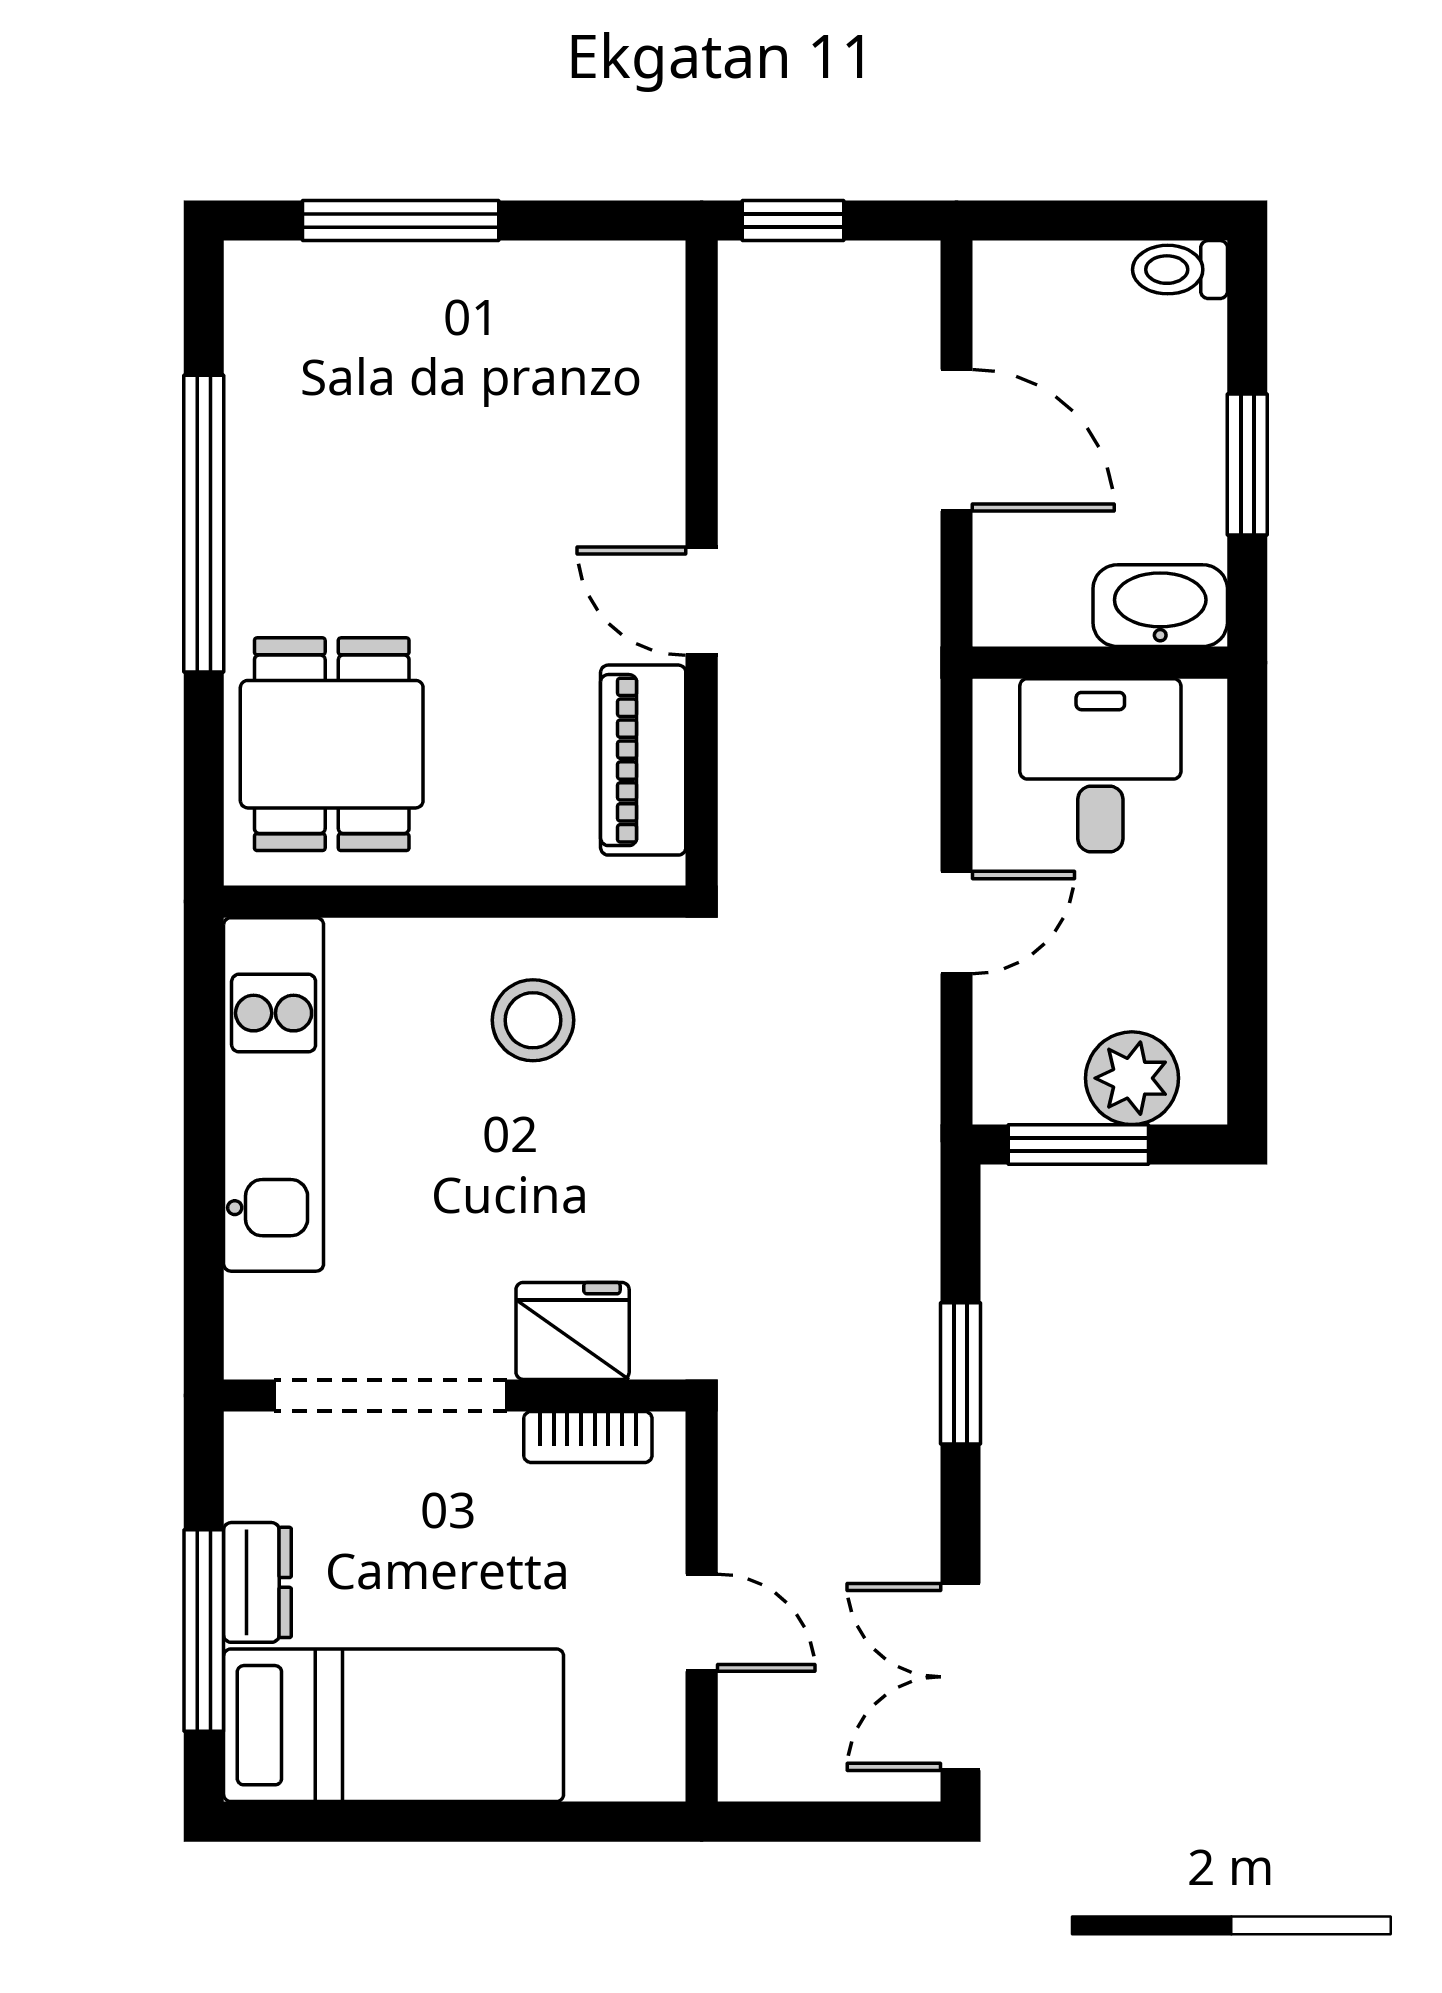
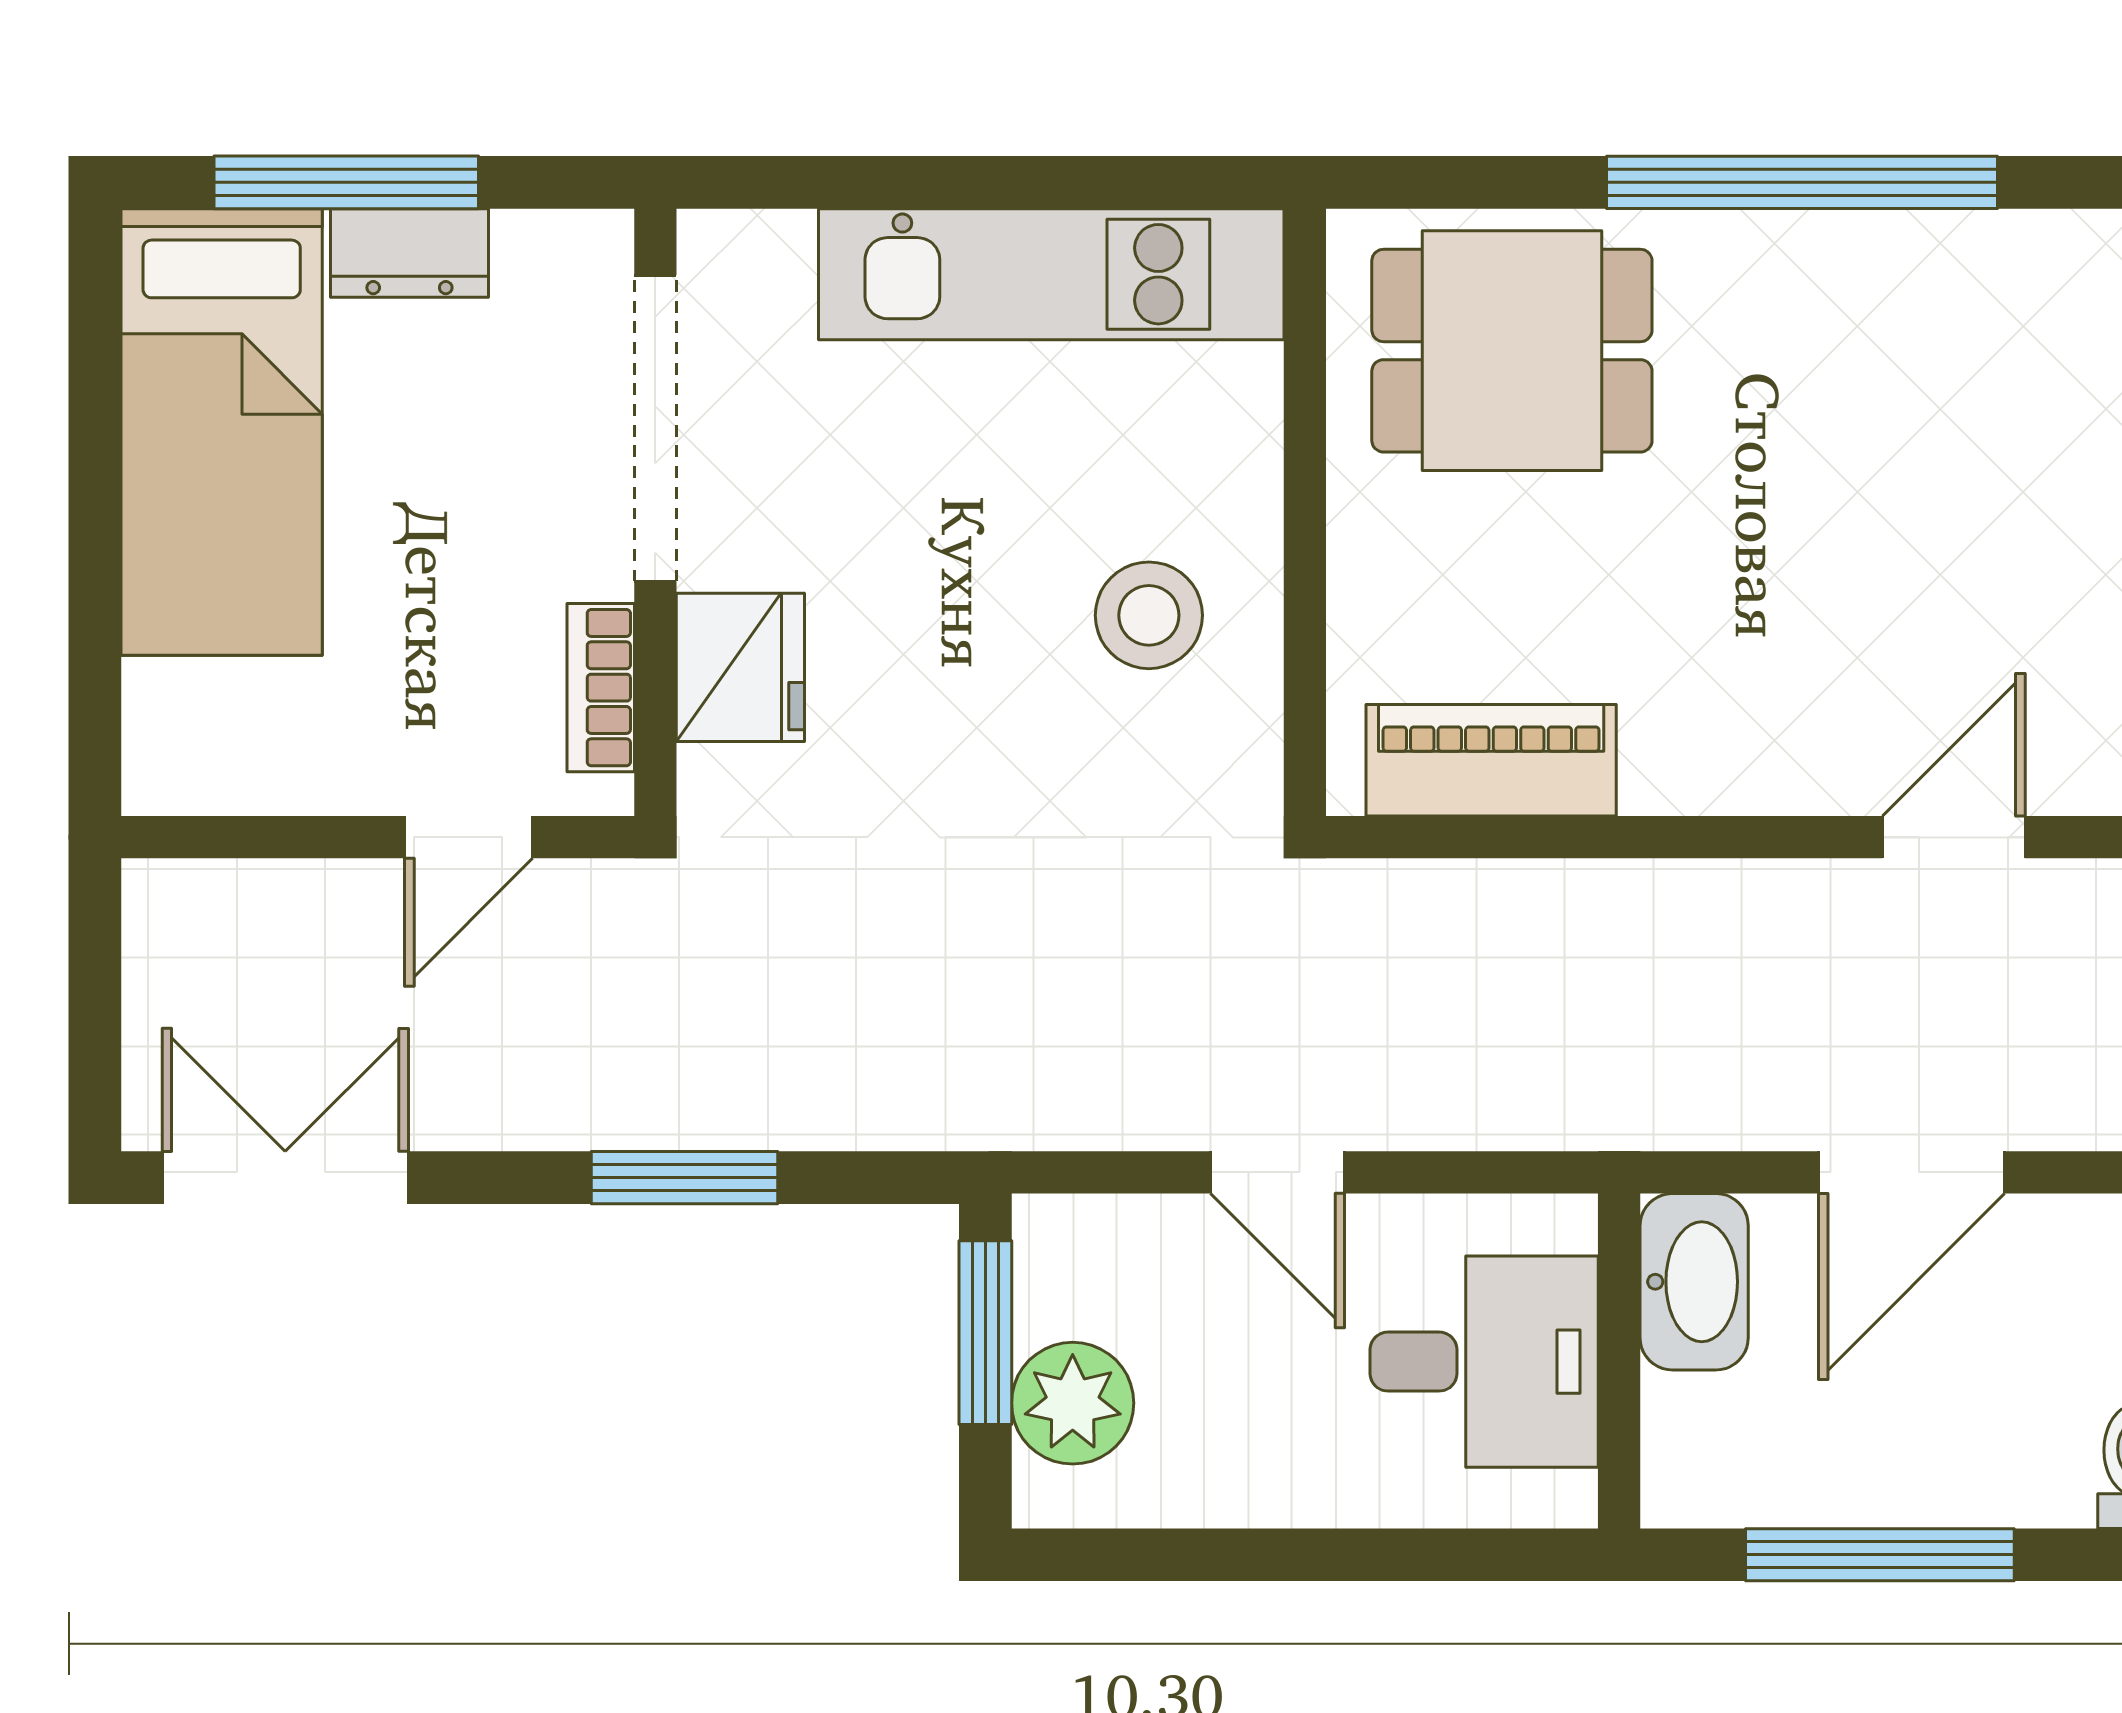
window: (1247, 464) -> (1880, 1555), width x1.44
door: (702, 601) -> (1954, 837), moved
washbasin: (1160, 606) -> (1694, 1282), moved
door: (702, 1623) -> (469, 837), moved

